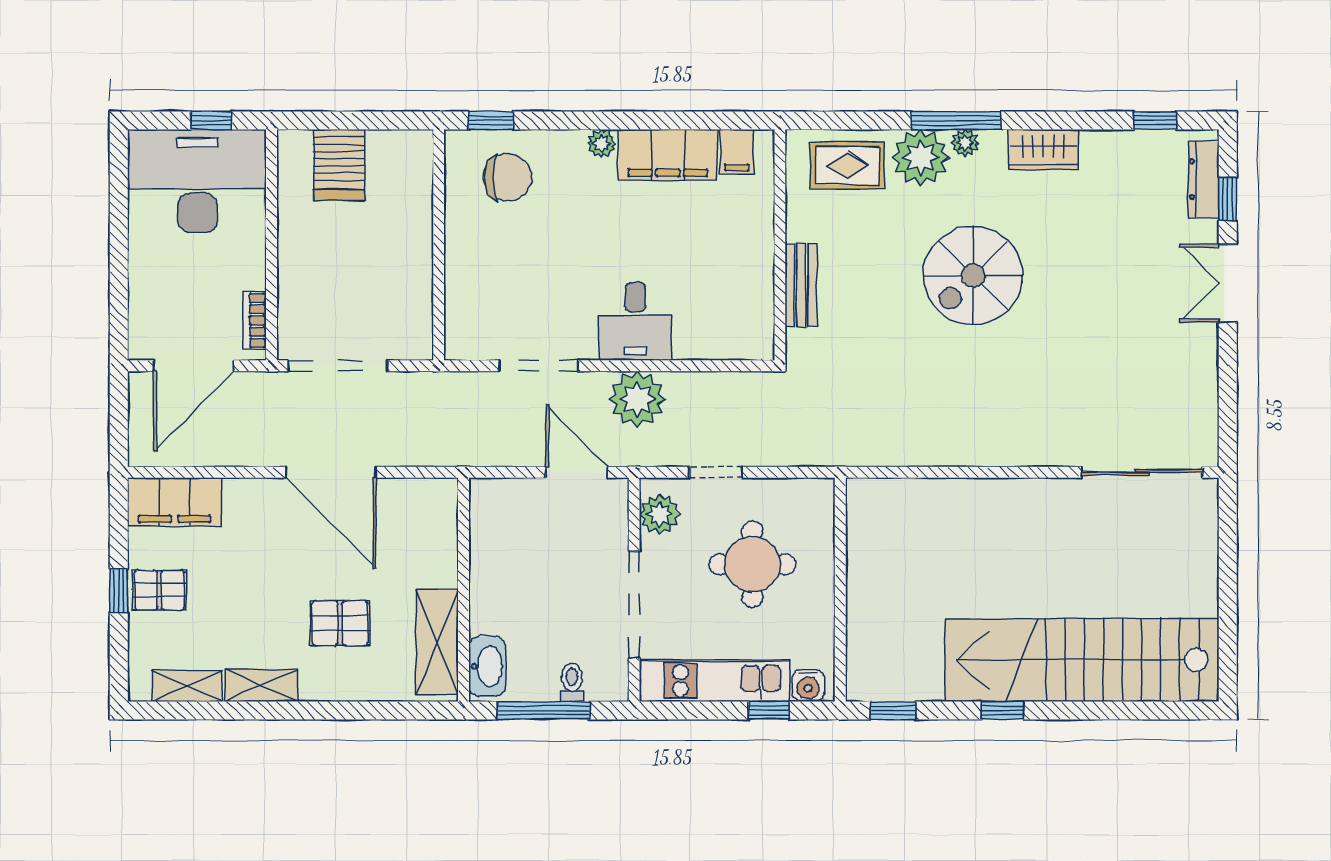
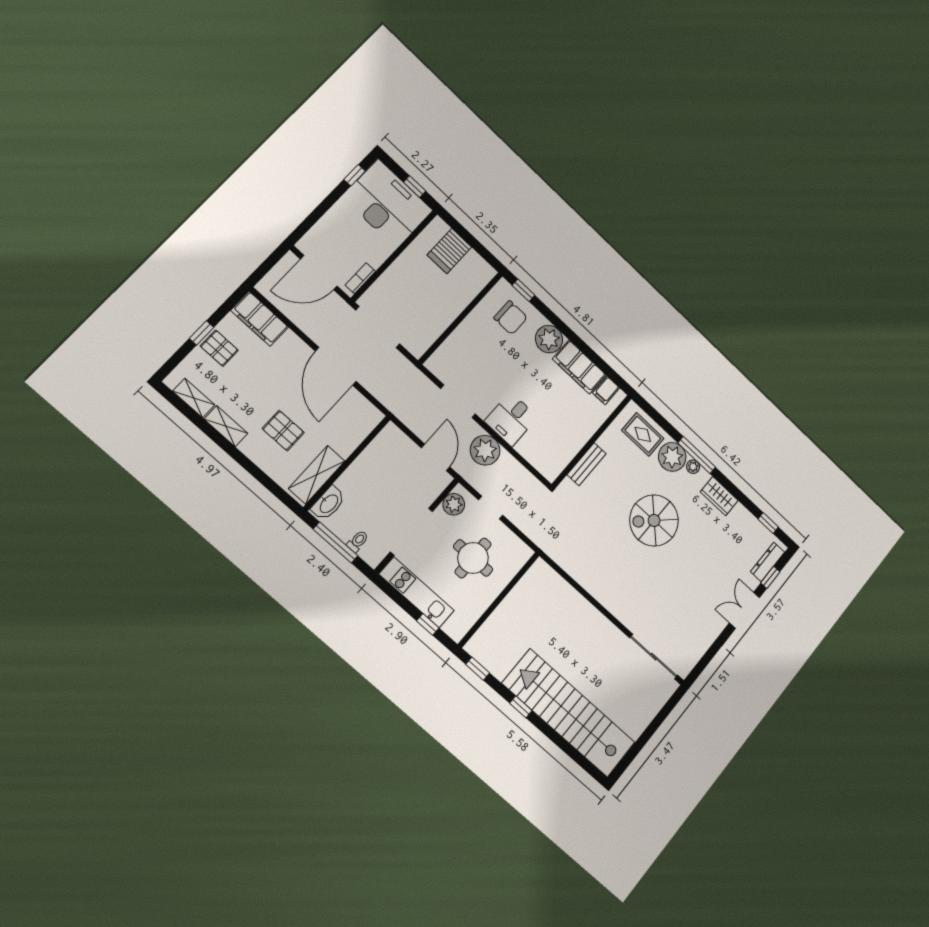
plant: (601, 144) -> (549, 339), width x1.88, depth x1.88
window: (119, 185) -> (355, 175), added
water cooler: (808, 686) -> (452, 628), removed

